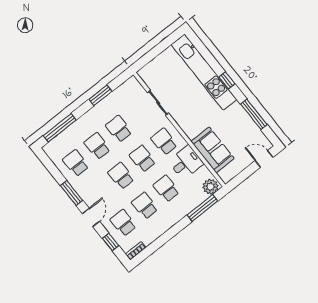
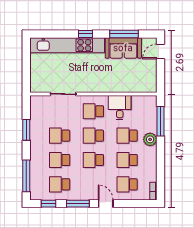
sofa: (213, 150) -> (123, 48), moved, turned 180
plant: (210, 187) -> (150, 139), moved
window: (111, 242) -> (48, 204), moved

